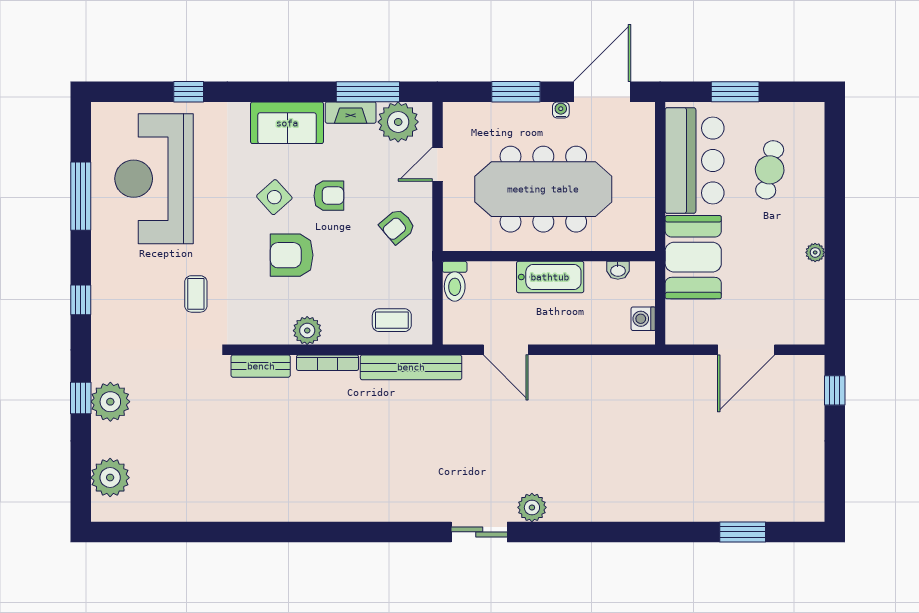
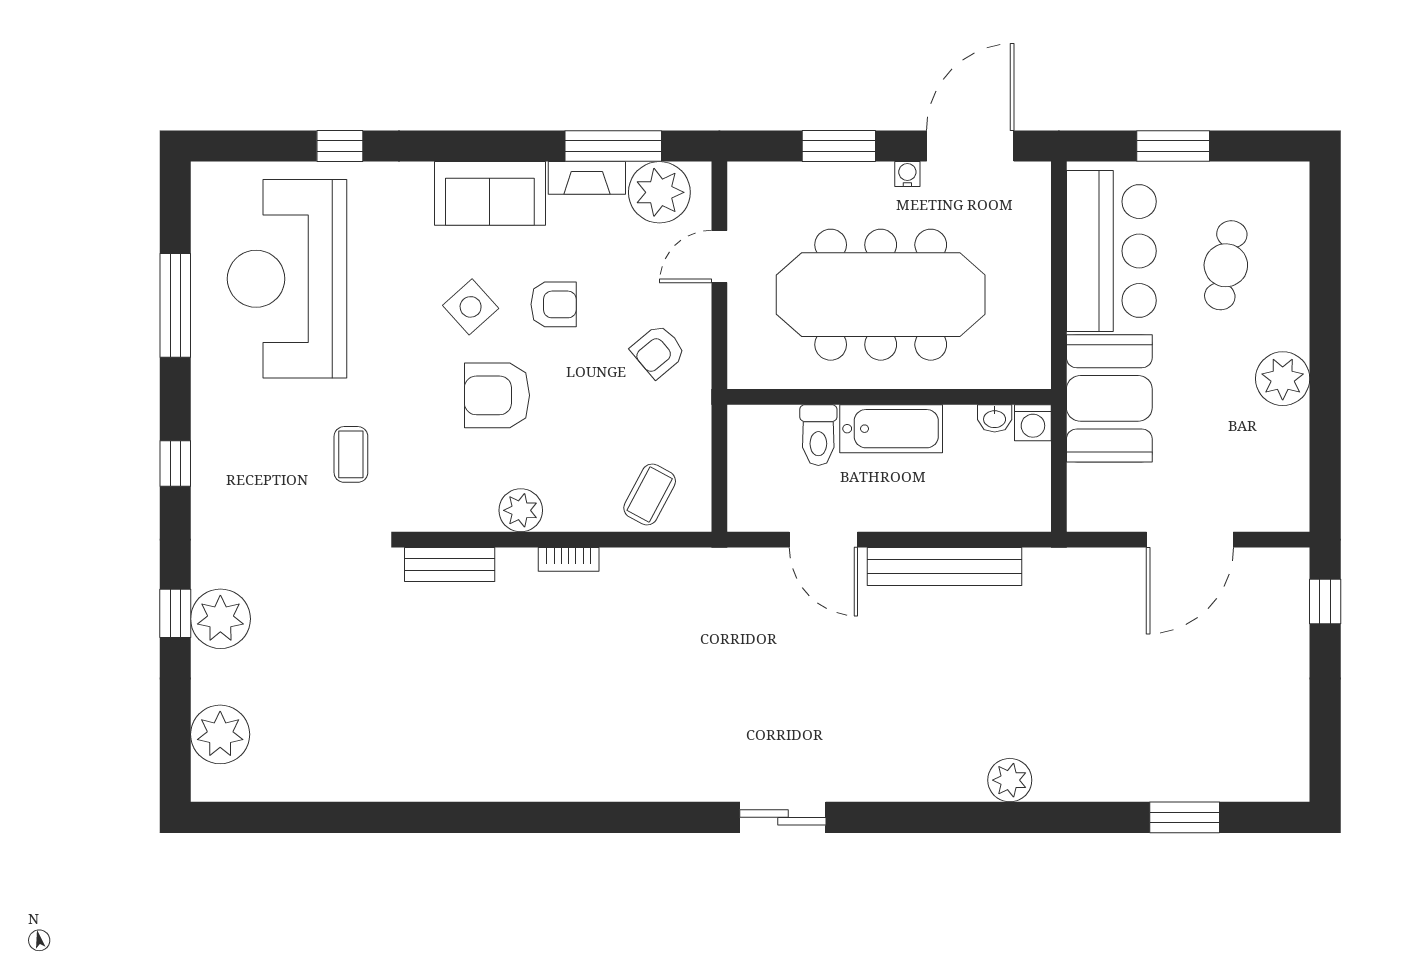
plant: (815, 252) -> (1283, 379), width x1.88, depth x1.88
toilet: (455, 281) -> (818, 435), moved
washing machine: (643, 319) -> (1033, 423), moved, turned -90
coffee table: (392, 320) -> (650, 494), turned -62
bookcase: (328, 363) -> (569, 559), width x0.64
bench: (411, 367) -> (944, 567), moved
plant: (532, 507) -> (1010, 780), moved

